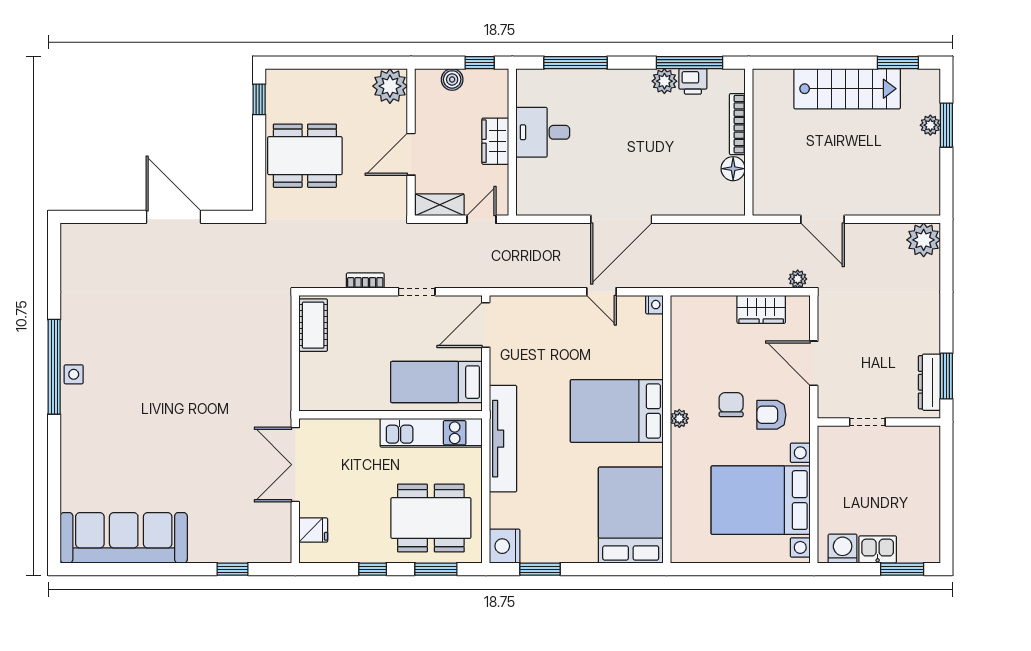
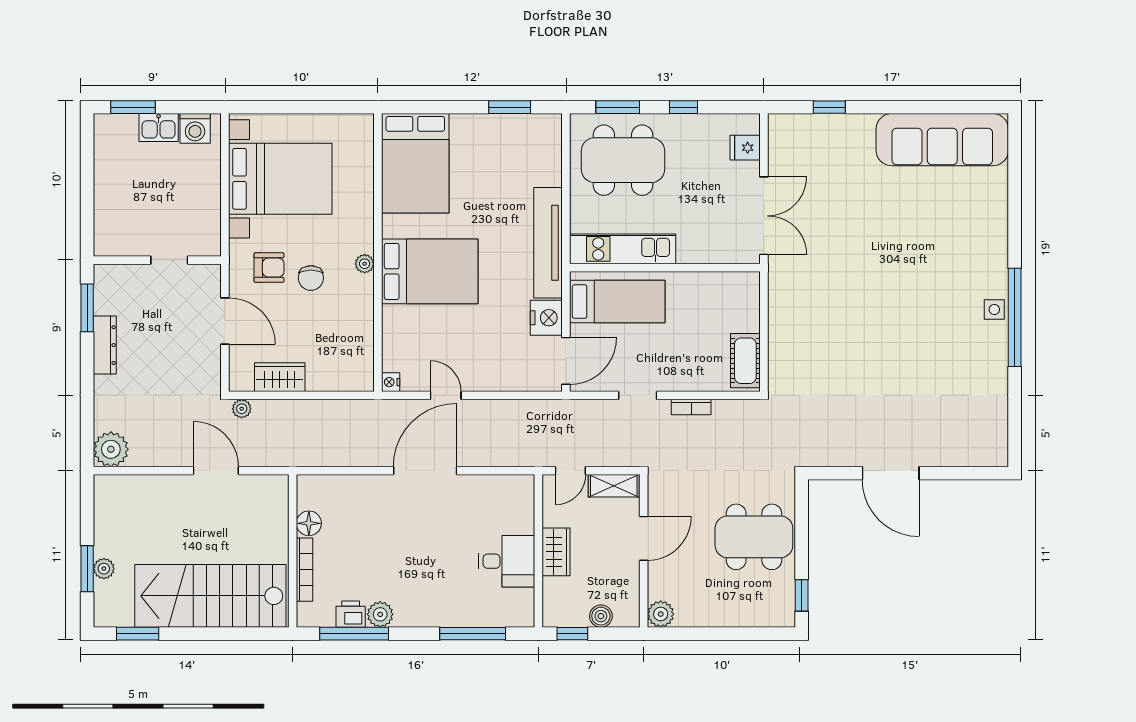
plant: (390, 86) -> (661, 614), width x0.73, depth x0.73
stairs: (847, 89) -> (210, 596), width x1.36, depth x1.51
dresser: (929, 382) -> (105, 345), moved
nightstand: (505, 546) -> (546, 318), moved

